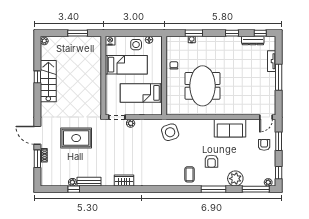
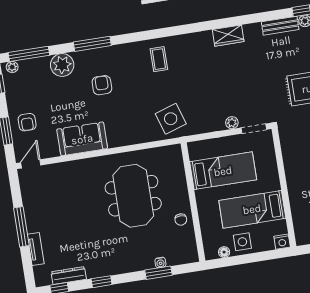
coffee table: (190, 174) -> (159, 59), moved

